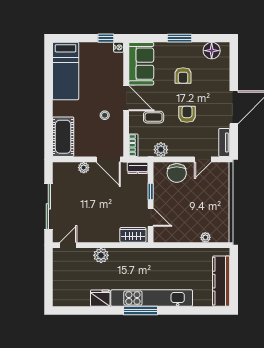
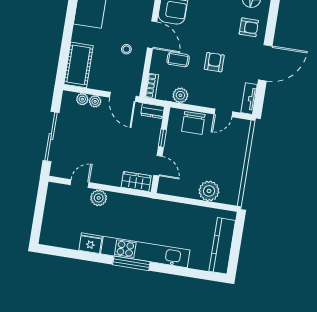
armchair: (183, 76) -> (249, 27), moved, turned -90
plant: (72, 167) -> (82, 99), added
plant: (205, 237) -> (209, 191), width x1.87, depth x1.87
door: (68, 245) -> (80, 184), moved

